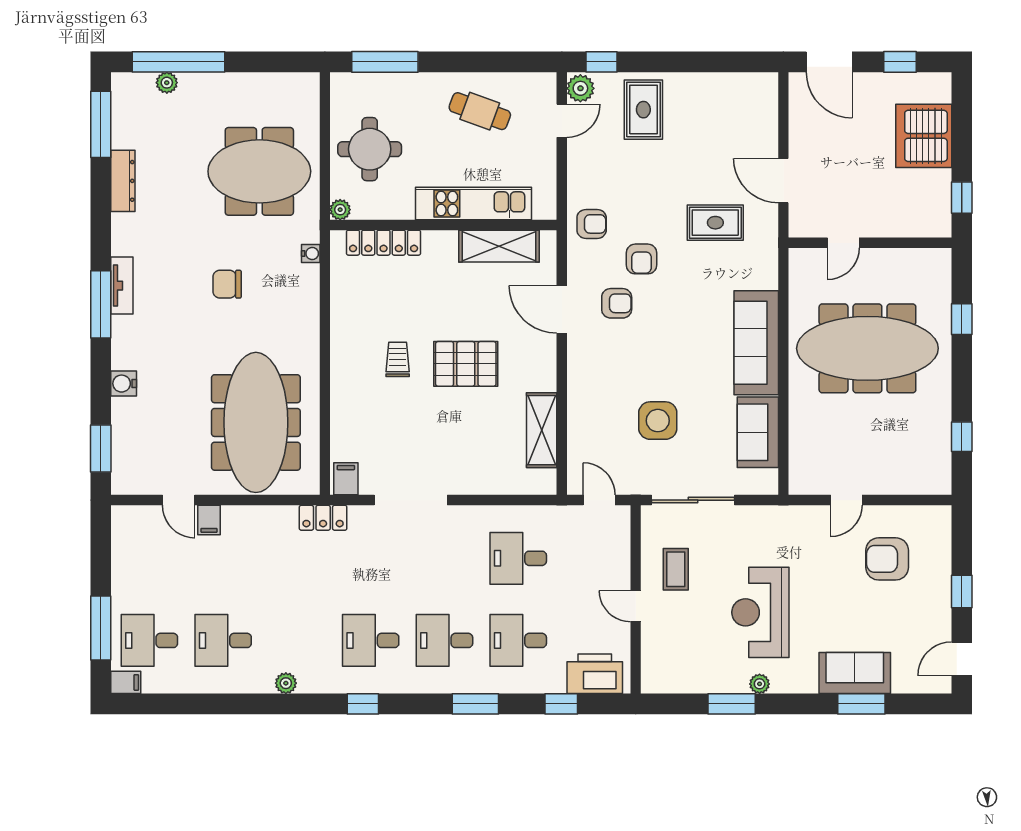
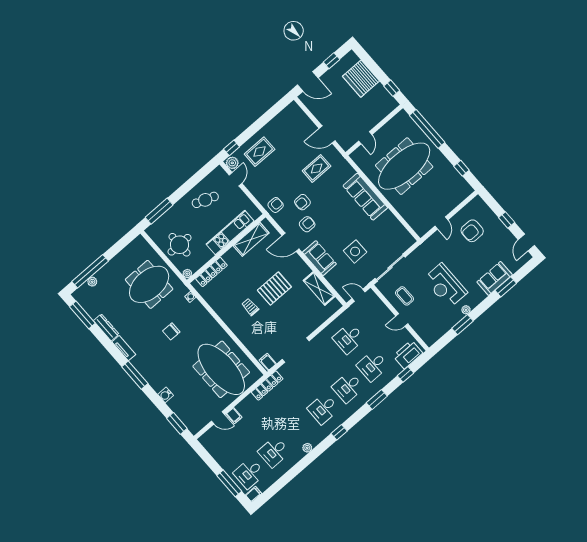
rug: (643, 110) -> (260, 152), turned 90
armchair: (642, 259) -> (302, 202), turned 90
tv unit: (122, 286) -> (124, 348), moved
window: (962, 319) -> (427, 129), width x3.17
sofa: (758, 432) -> (319, 258), moved, turned 180
locker: (323, 518) -> (267, 385), width x1.53

